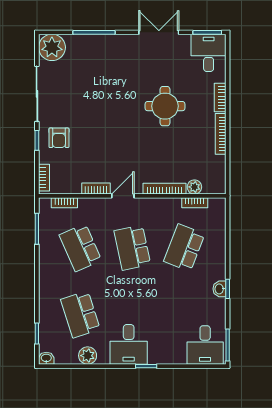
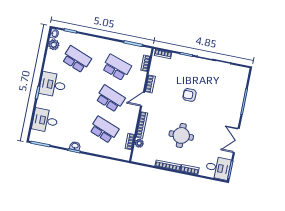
double door: (159, 32) -> (236, 140), swing flipped
plant: (52, 47) -> (240, 75), removed
round table: (165, 106) -> (181, 135), moved
armchair: (59, 138) -> (190, 95), moved
door: (123, 196) -> (143, 99), swing flipped
school desk: (80, 248) -> (117, 67), turned 42
school desk: (132, 248) -> (110, 99), turned 33
school desk: (80, 314) -> (77, 59), turned 39
desk: (205, 345) -> (45, 120), moved
plant: (88, 356) -> (54, 45), moved

